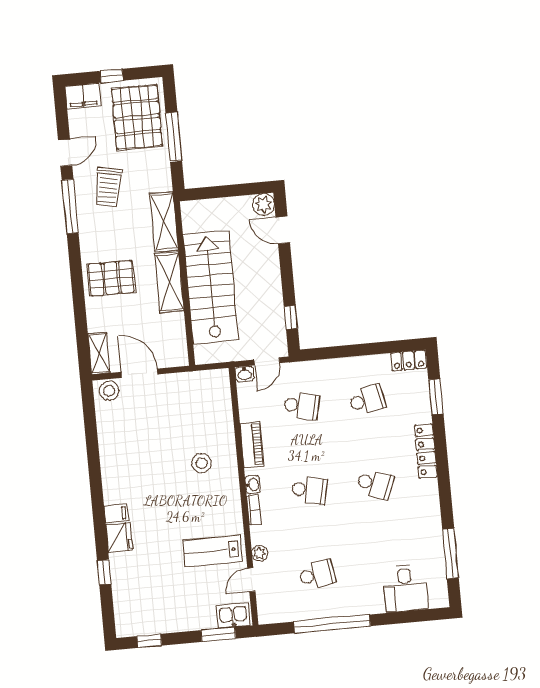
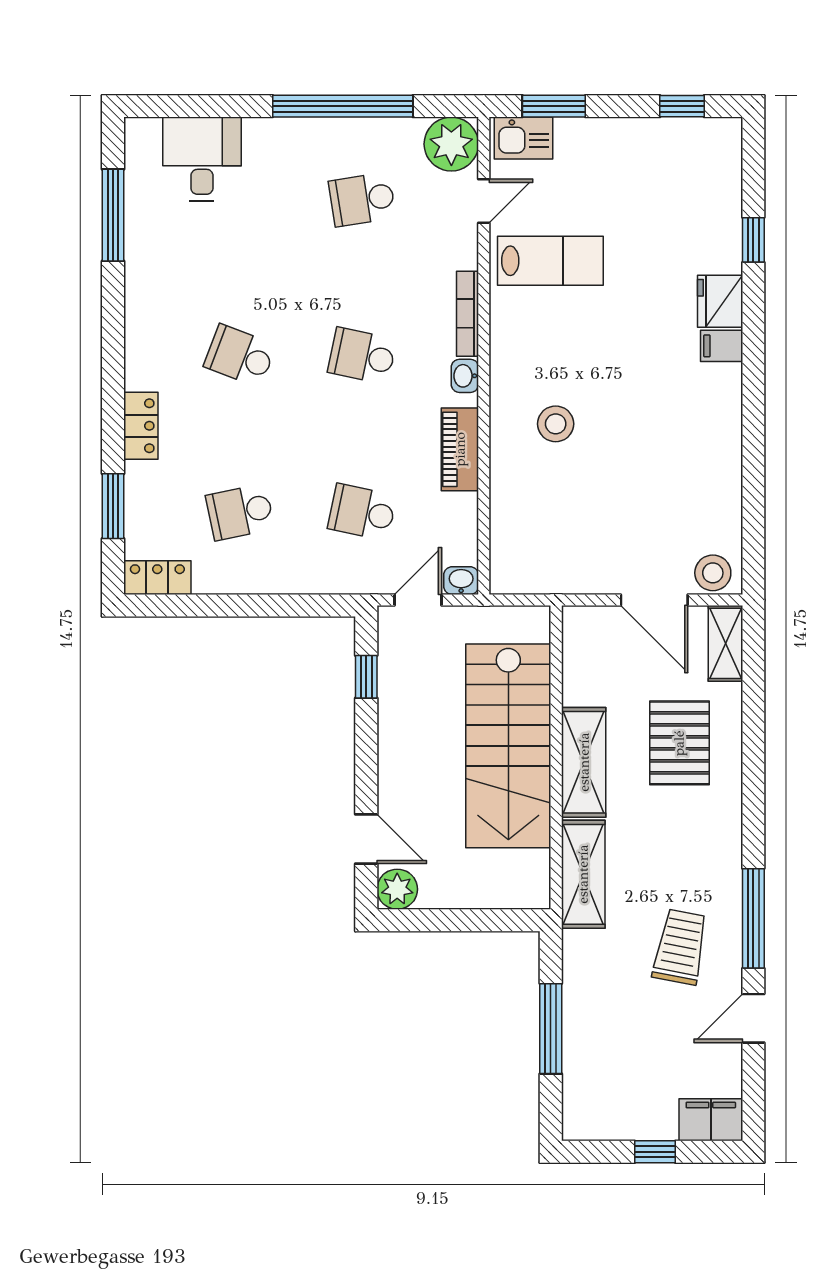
pallet: (137, 117) -> (615, 1071), removed
pallet: (111, 278) -> (679, 743), moved, turned 90
locker: (426, 451) -> (141, 426), width x0.66
bookcase: (254, 510) -> (467, 314), width x1.56
plant: (260, 553) -> (451, 144), moved, width x1.87, depth x1.87

